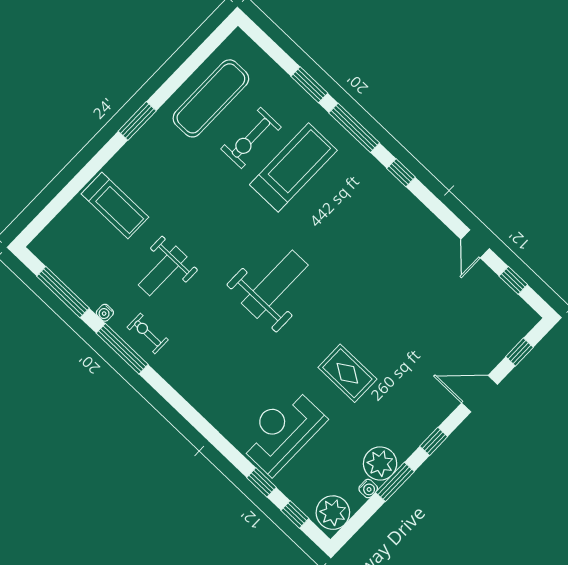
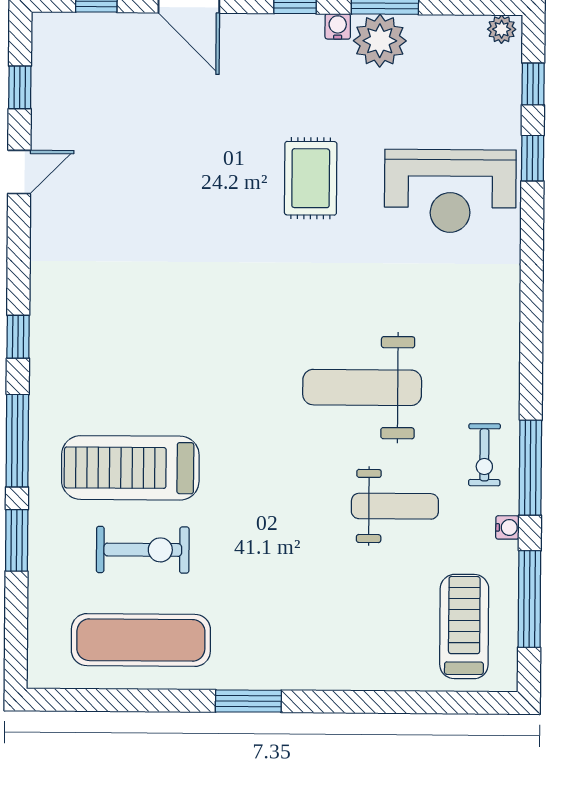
treadmill: (115, 206) -> (464, 627), moved
weight bench: (275, 284) -> (362, 387), moved
water cooler: (368, 489) -> (338, 26), moved
plant: (333, 513) -> (502, 29), width x0.53, depth x0.53

